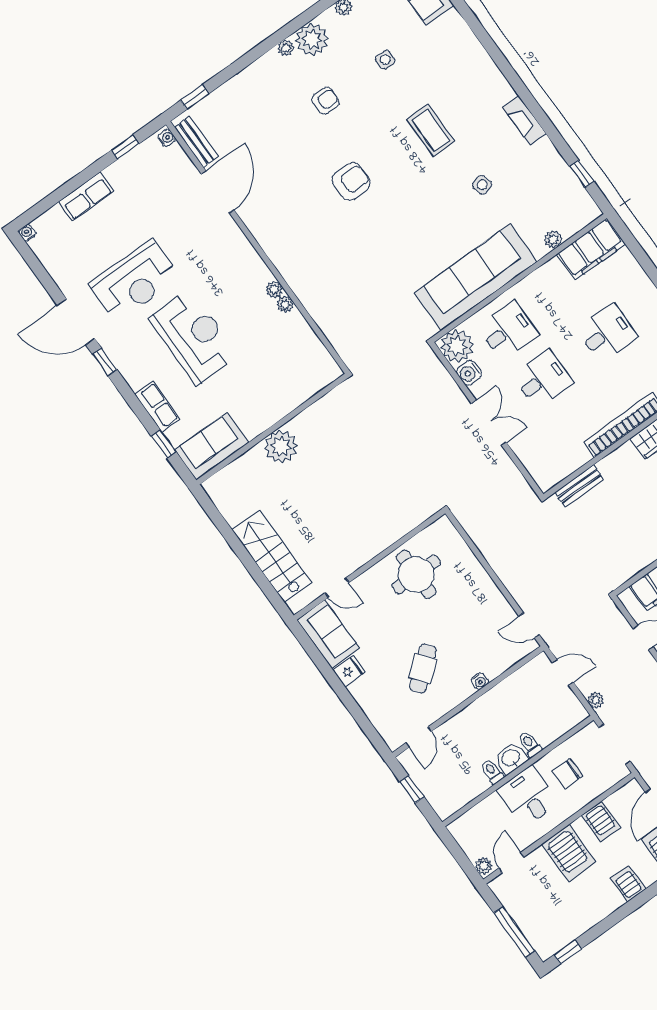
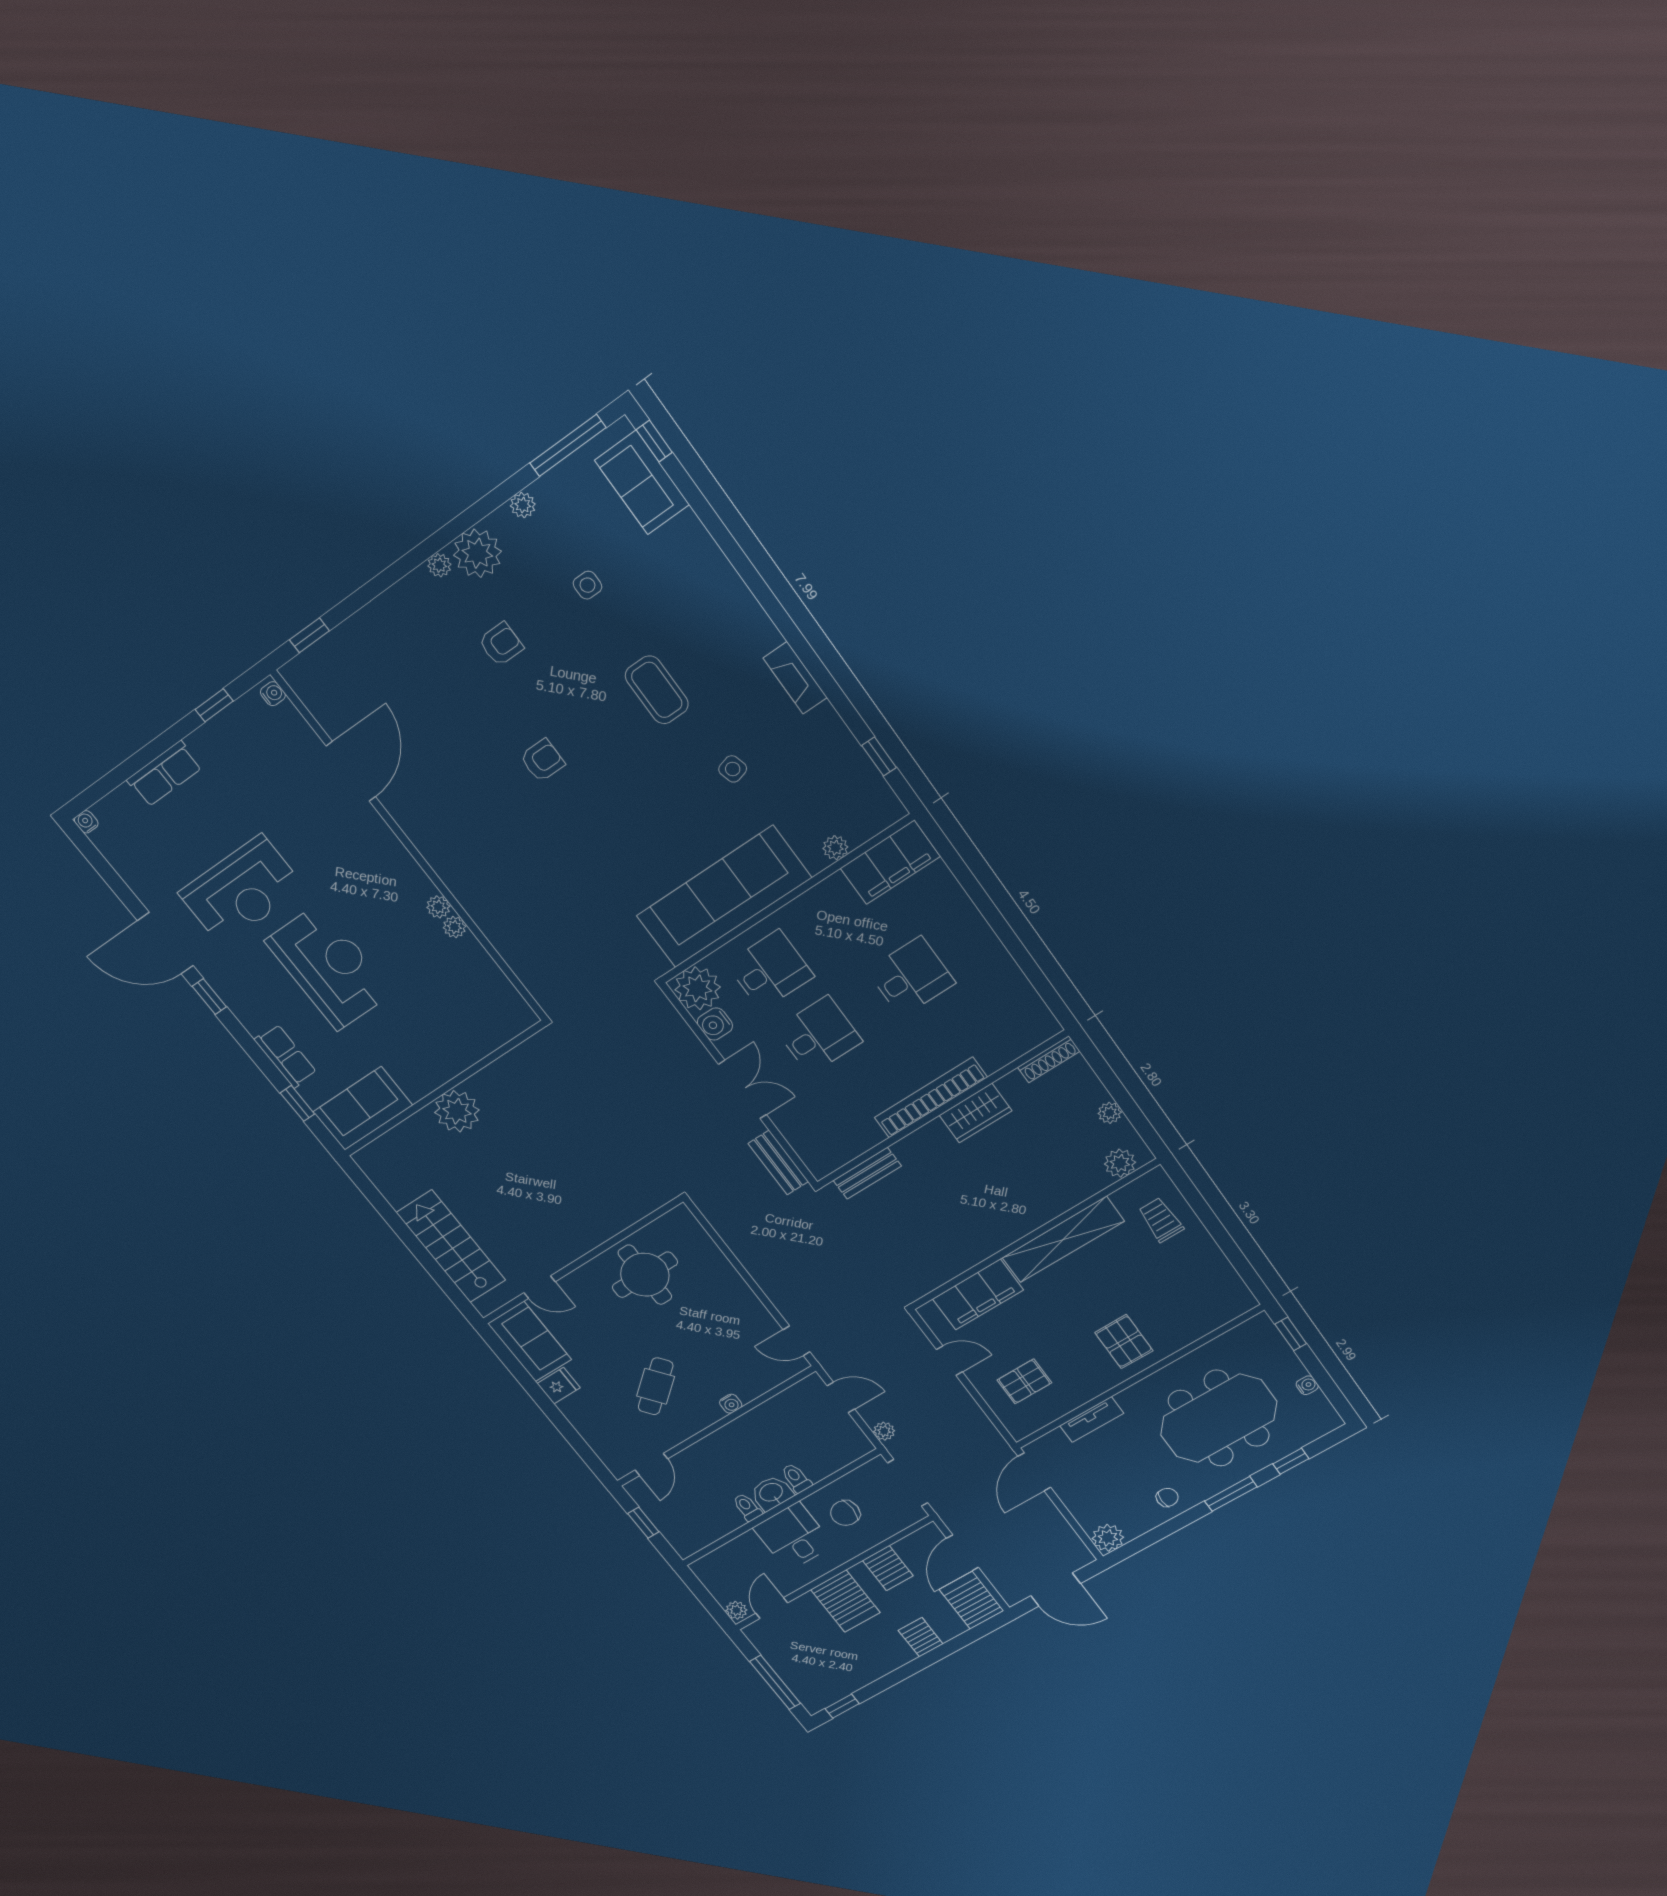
bench: (196, 142) -> (778, 1163), moved
armchair: (351, 181) -> (542, 760), width x0.72, depth x0.72

